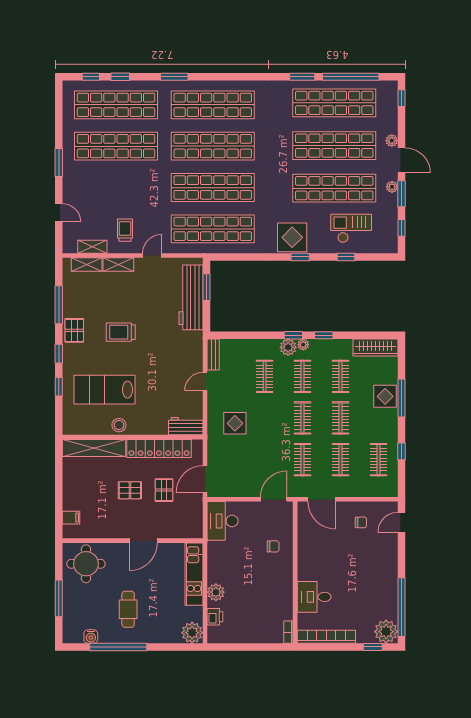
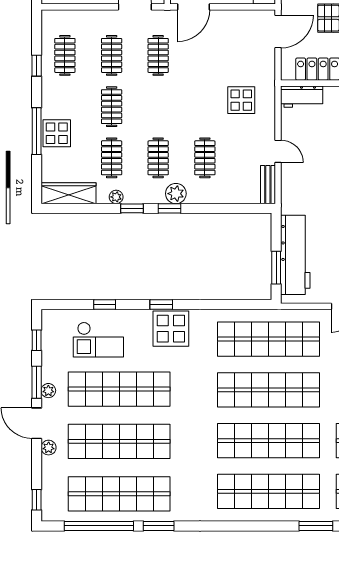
plant: (303, 345) -> (116, 197), moved
door: (205, 382) -> (278, 151), hinge flipped
clothes rail: (303, 418) -> (158, 107), removed

